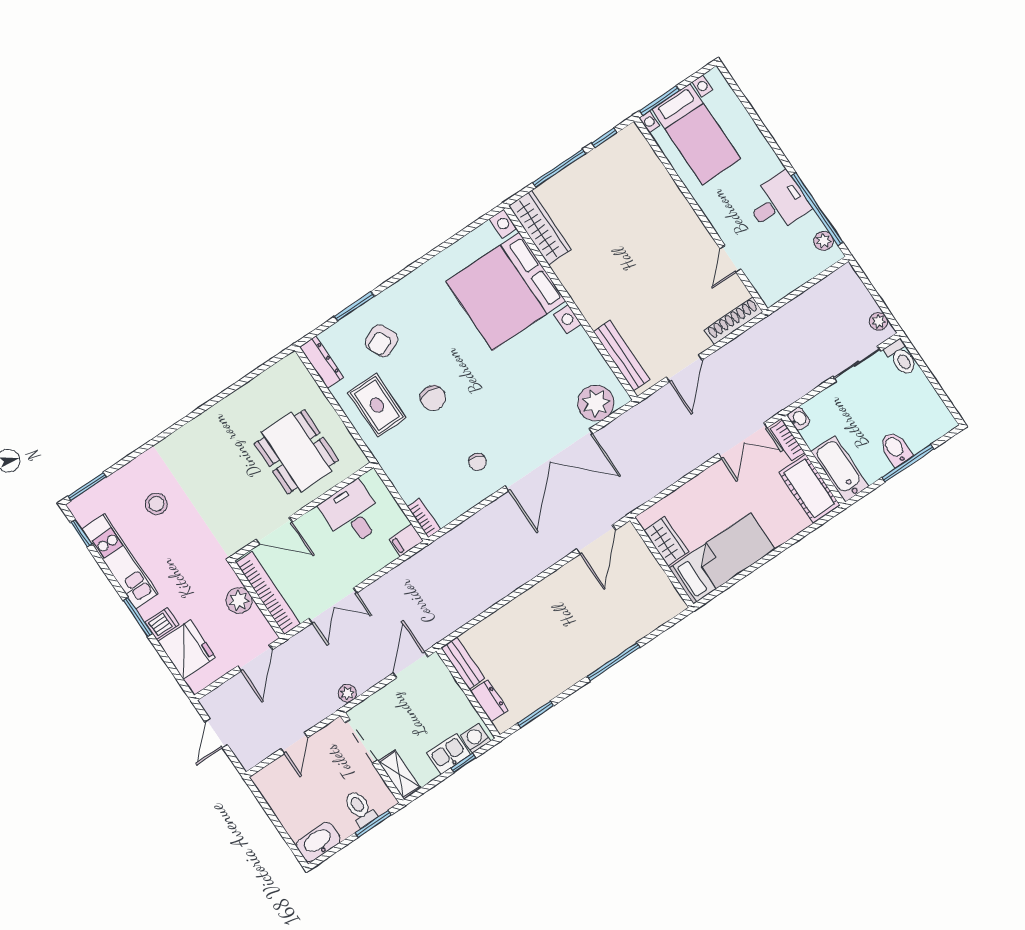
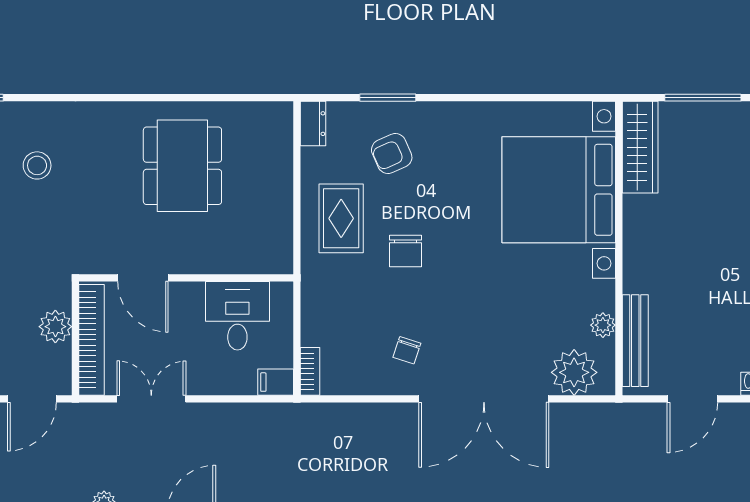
plant: (594, 360) -> (603, 325), added
dresser: (322, 362) -> (313, 124), width x0.70
dining table: (296, 452) -> (182, 166), moved
double door: (333, 605) -> (151, 399), swing flipped

